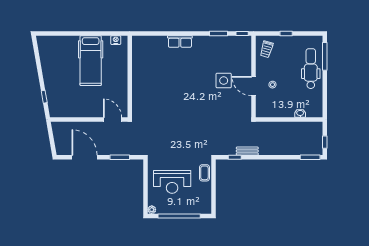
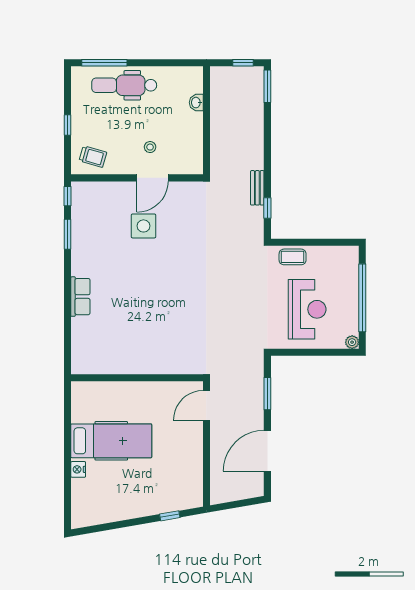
nightstand: (116, 40) -> (78, 469), moved

